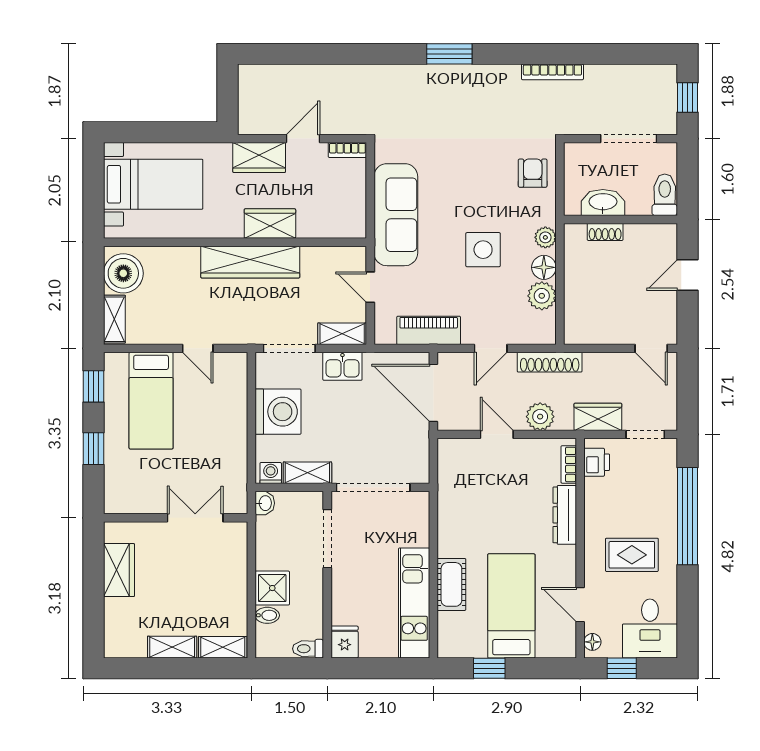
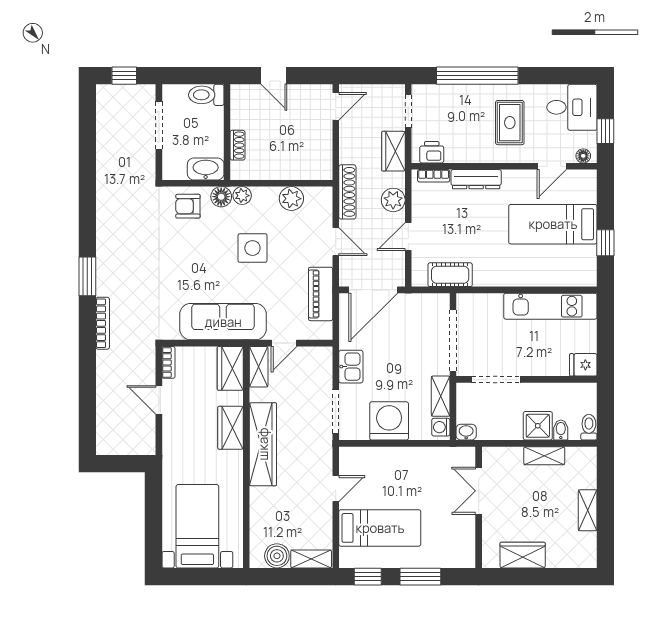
bookcase: (552, 72) -> (103, 323), moved
wardrobe: (259, 158) -> (230, 368), moved, turned 180
washbasin: (603, 202) -> (206, 169), moved, turned 90
floor lamp: (544, 267) -> (221, 197), moved
boiler: (123, 273) -> (277, 556), width x0.73, depth x0.73
shelving: (342, 334) -> (259, 367), moved
window: (93, 449) -> (420, 577), width x1.50
cot: (451, 584) -> (450, 275), moved
shelving: (223, 647) -> (544, 456), moved, turned 90
toilet: (308, 649) -> (589, 427), moved, turned 180

